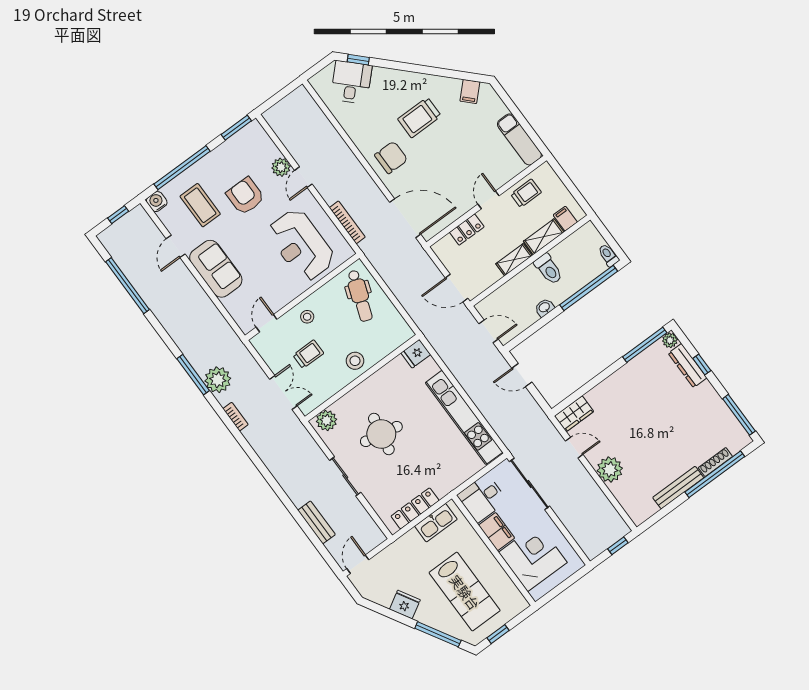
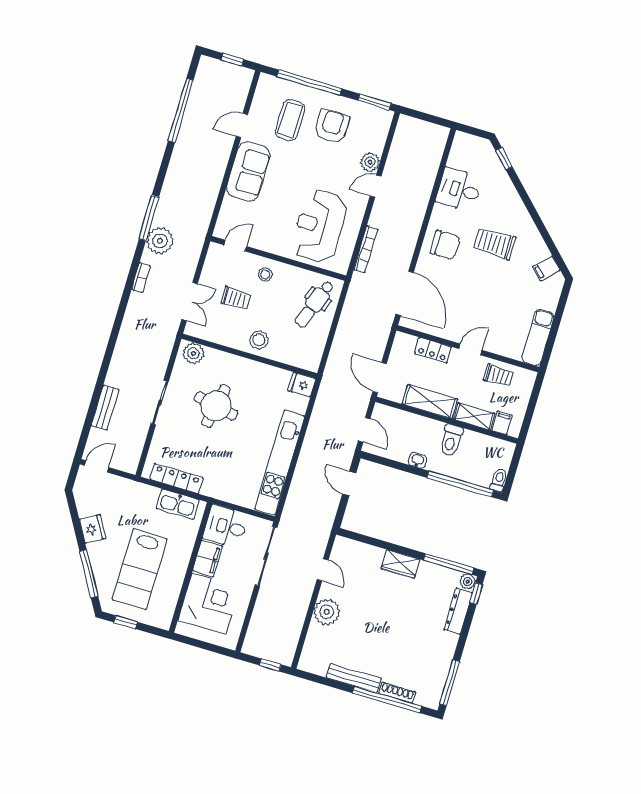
desk: (351, 82) -> (459, 190), moved, turned -135
armchair: (245, 196) -> (332, 126), moved
water cooler: (157, 202) -> (266, 83), removed
shelving: (514, 260) -> (430, 402), width x1.50, depth x1.33
window: (702, 365) -> (476, 594), moved
wardrobe: (574, 414) -> (400, 564), moved

